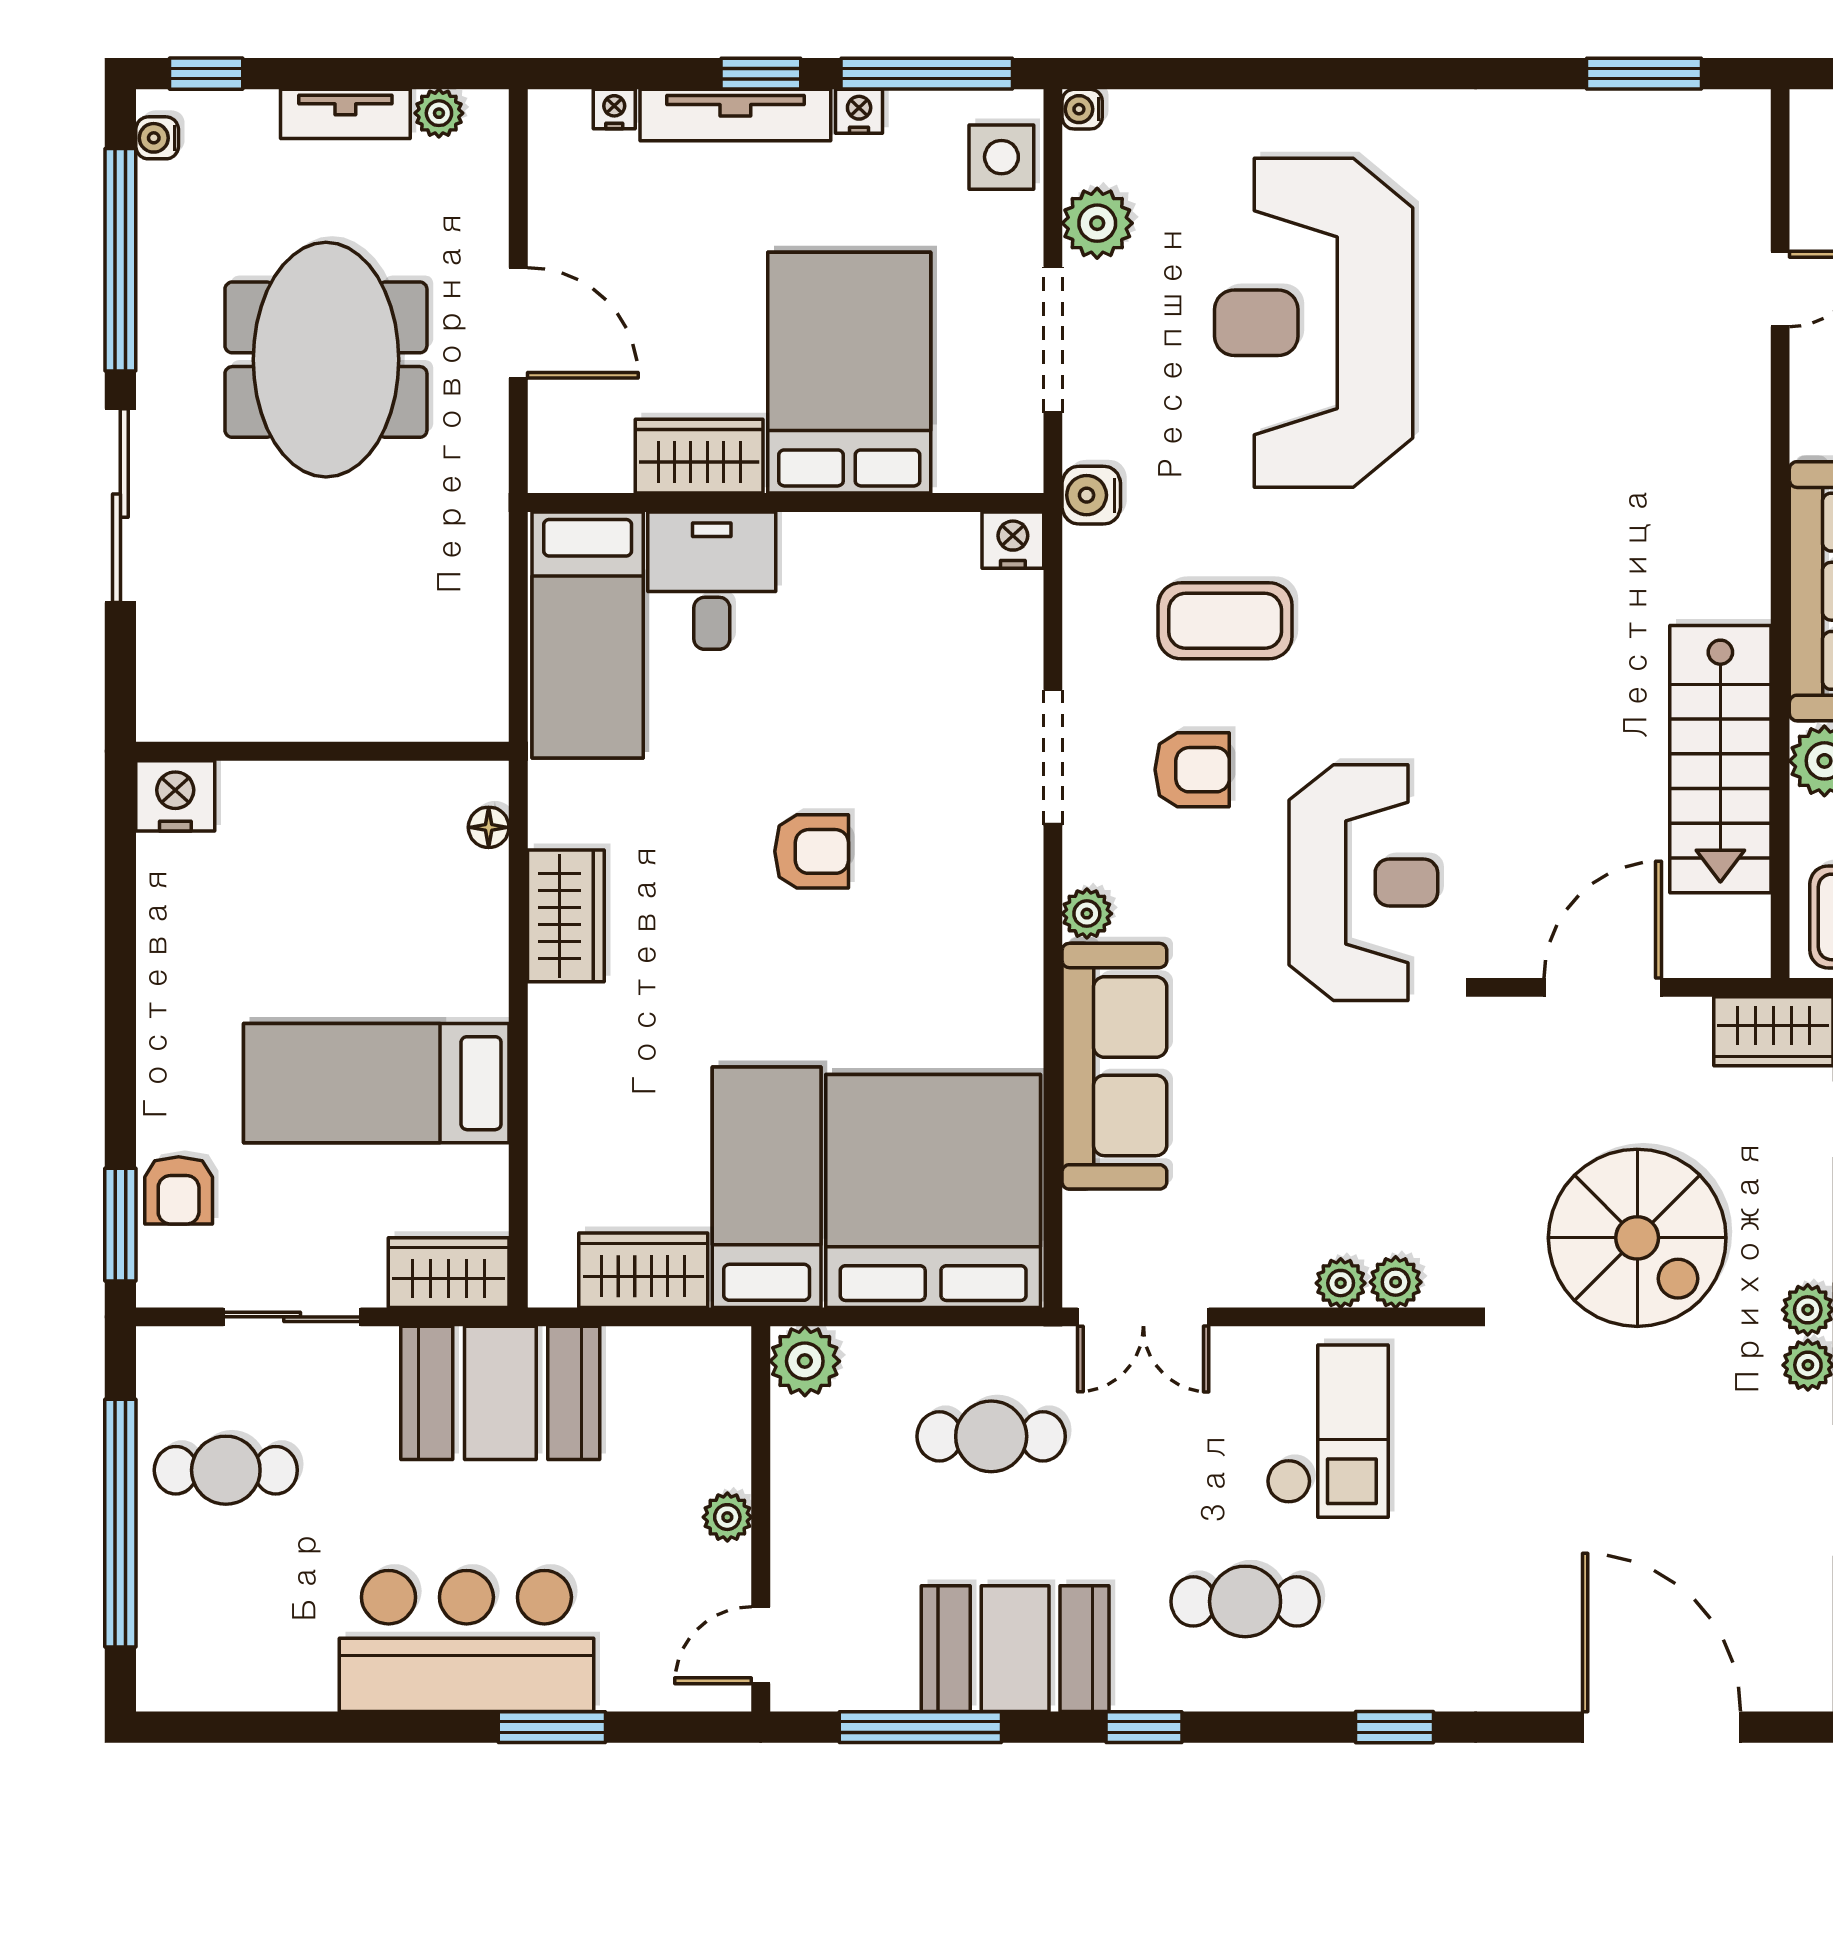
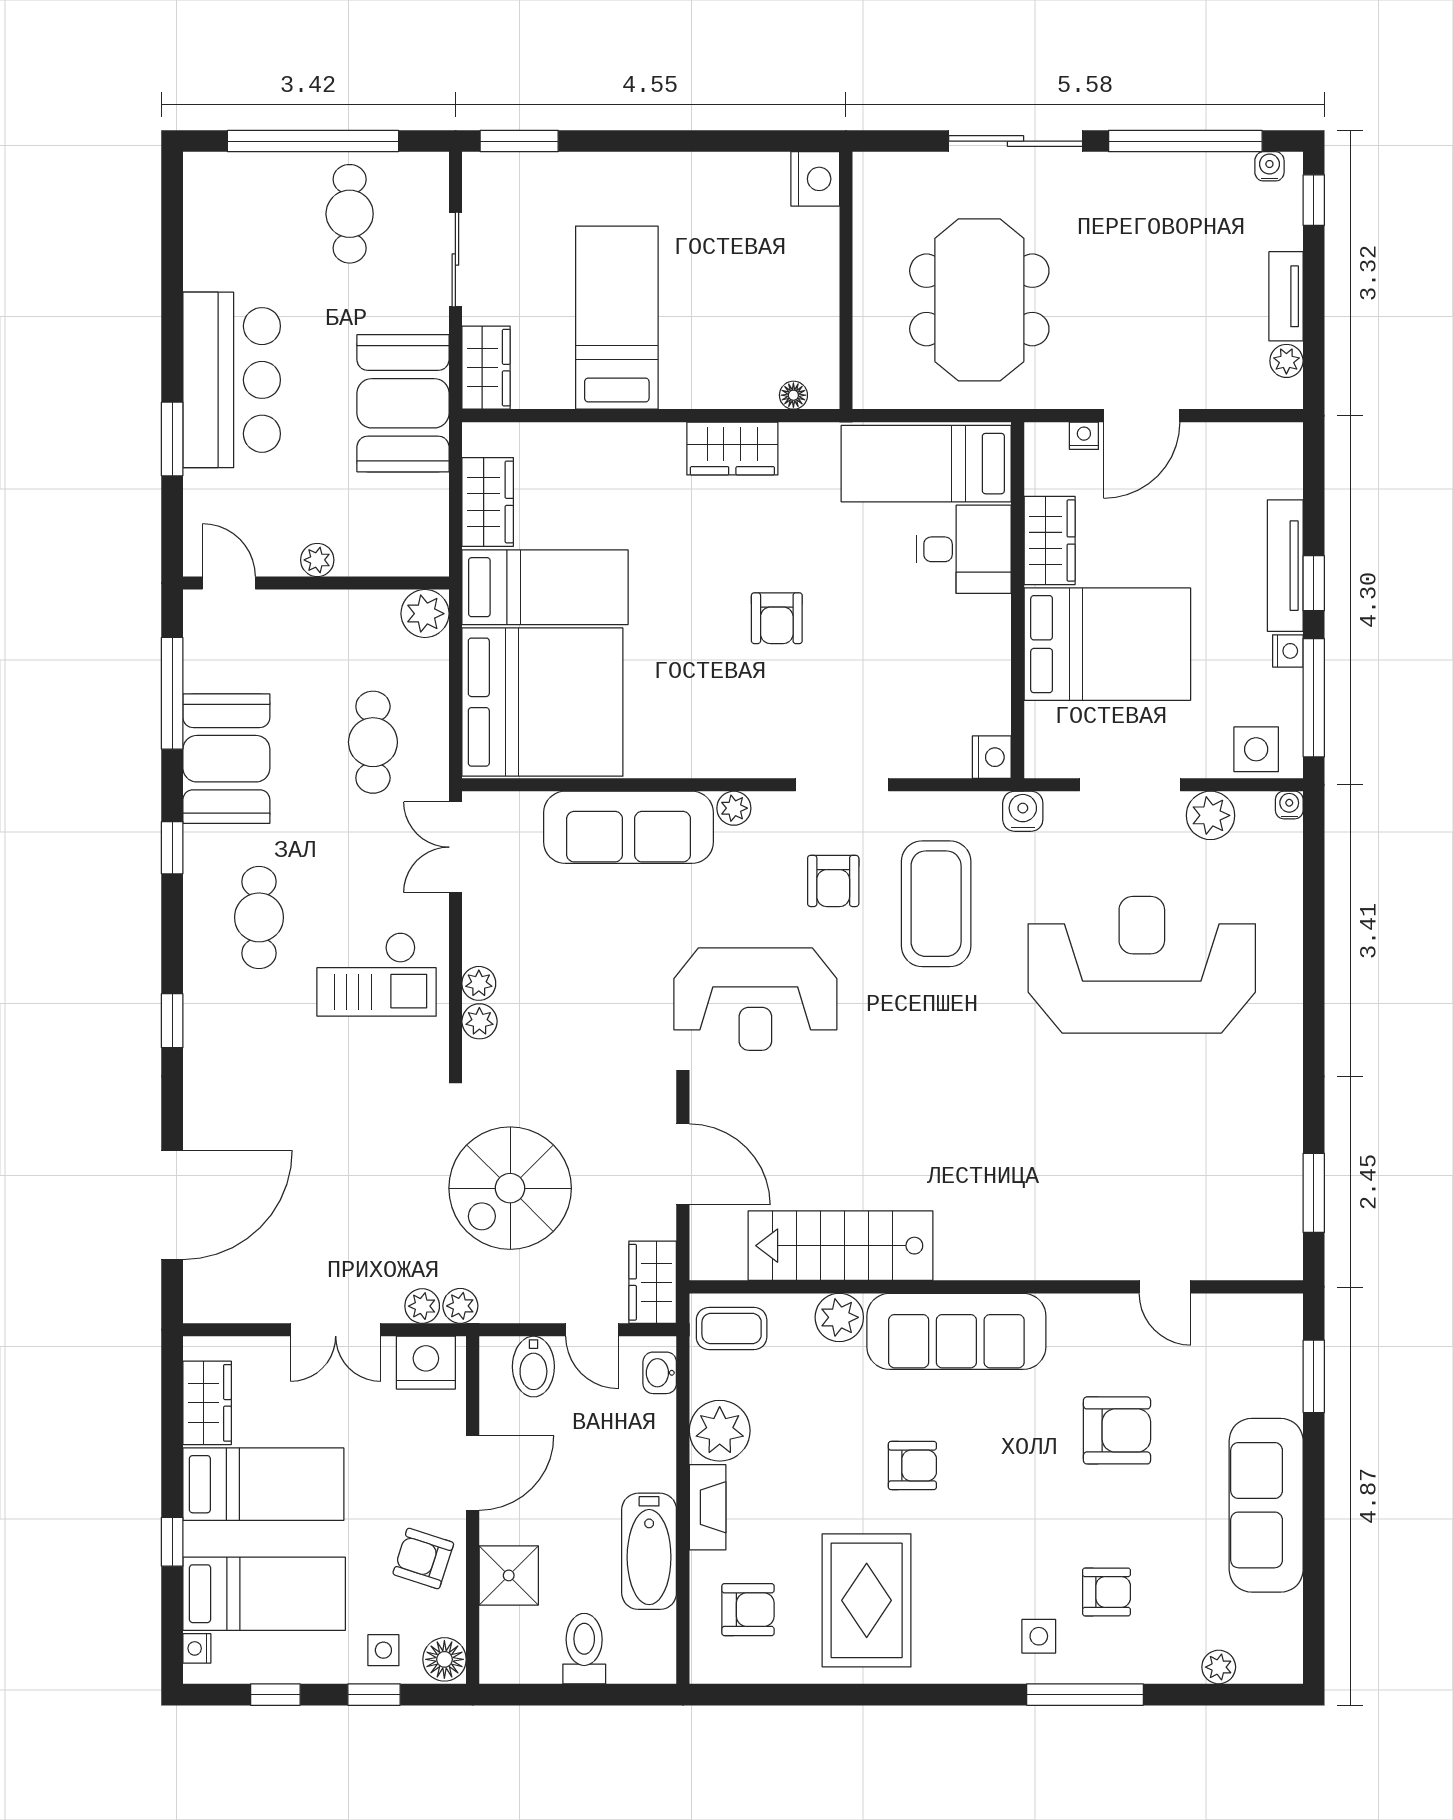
nightstand: (614, 109) -> (1084, 436), moved, turned -90
meeting table: (326, 360) -> (979, 300), moved, turned 90
coffee table: (1225, 621) -> (936, 904), width x1.36, depth x1.32
armchair: (179, 1190) -> (543, 181), removed

